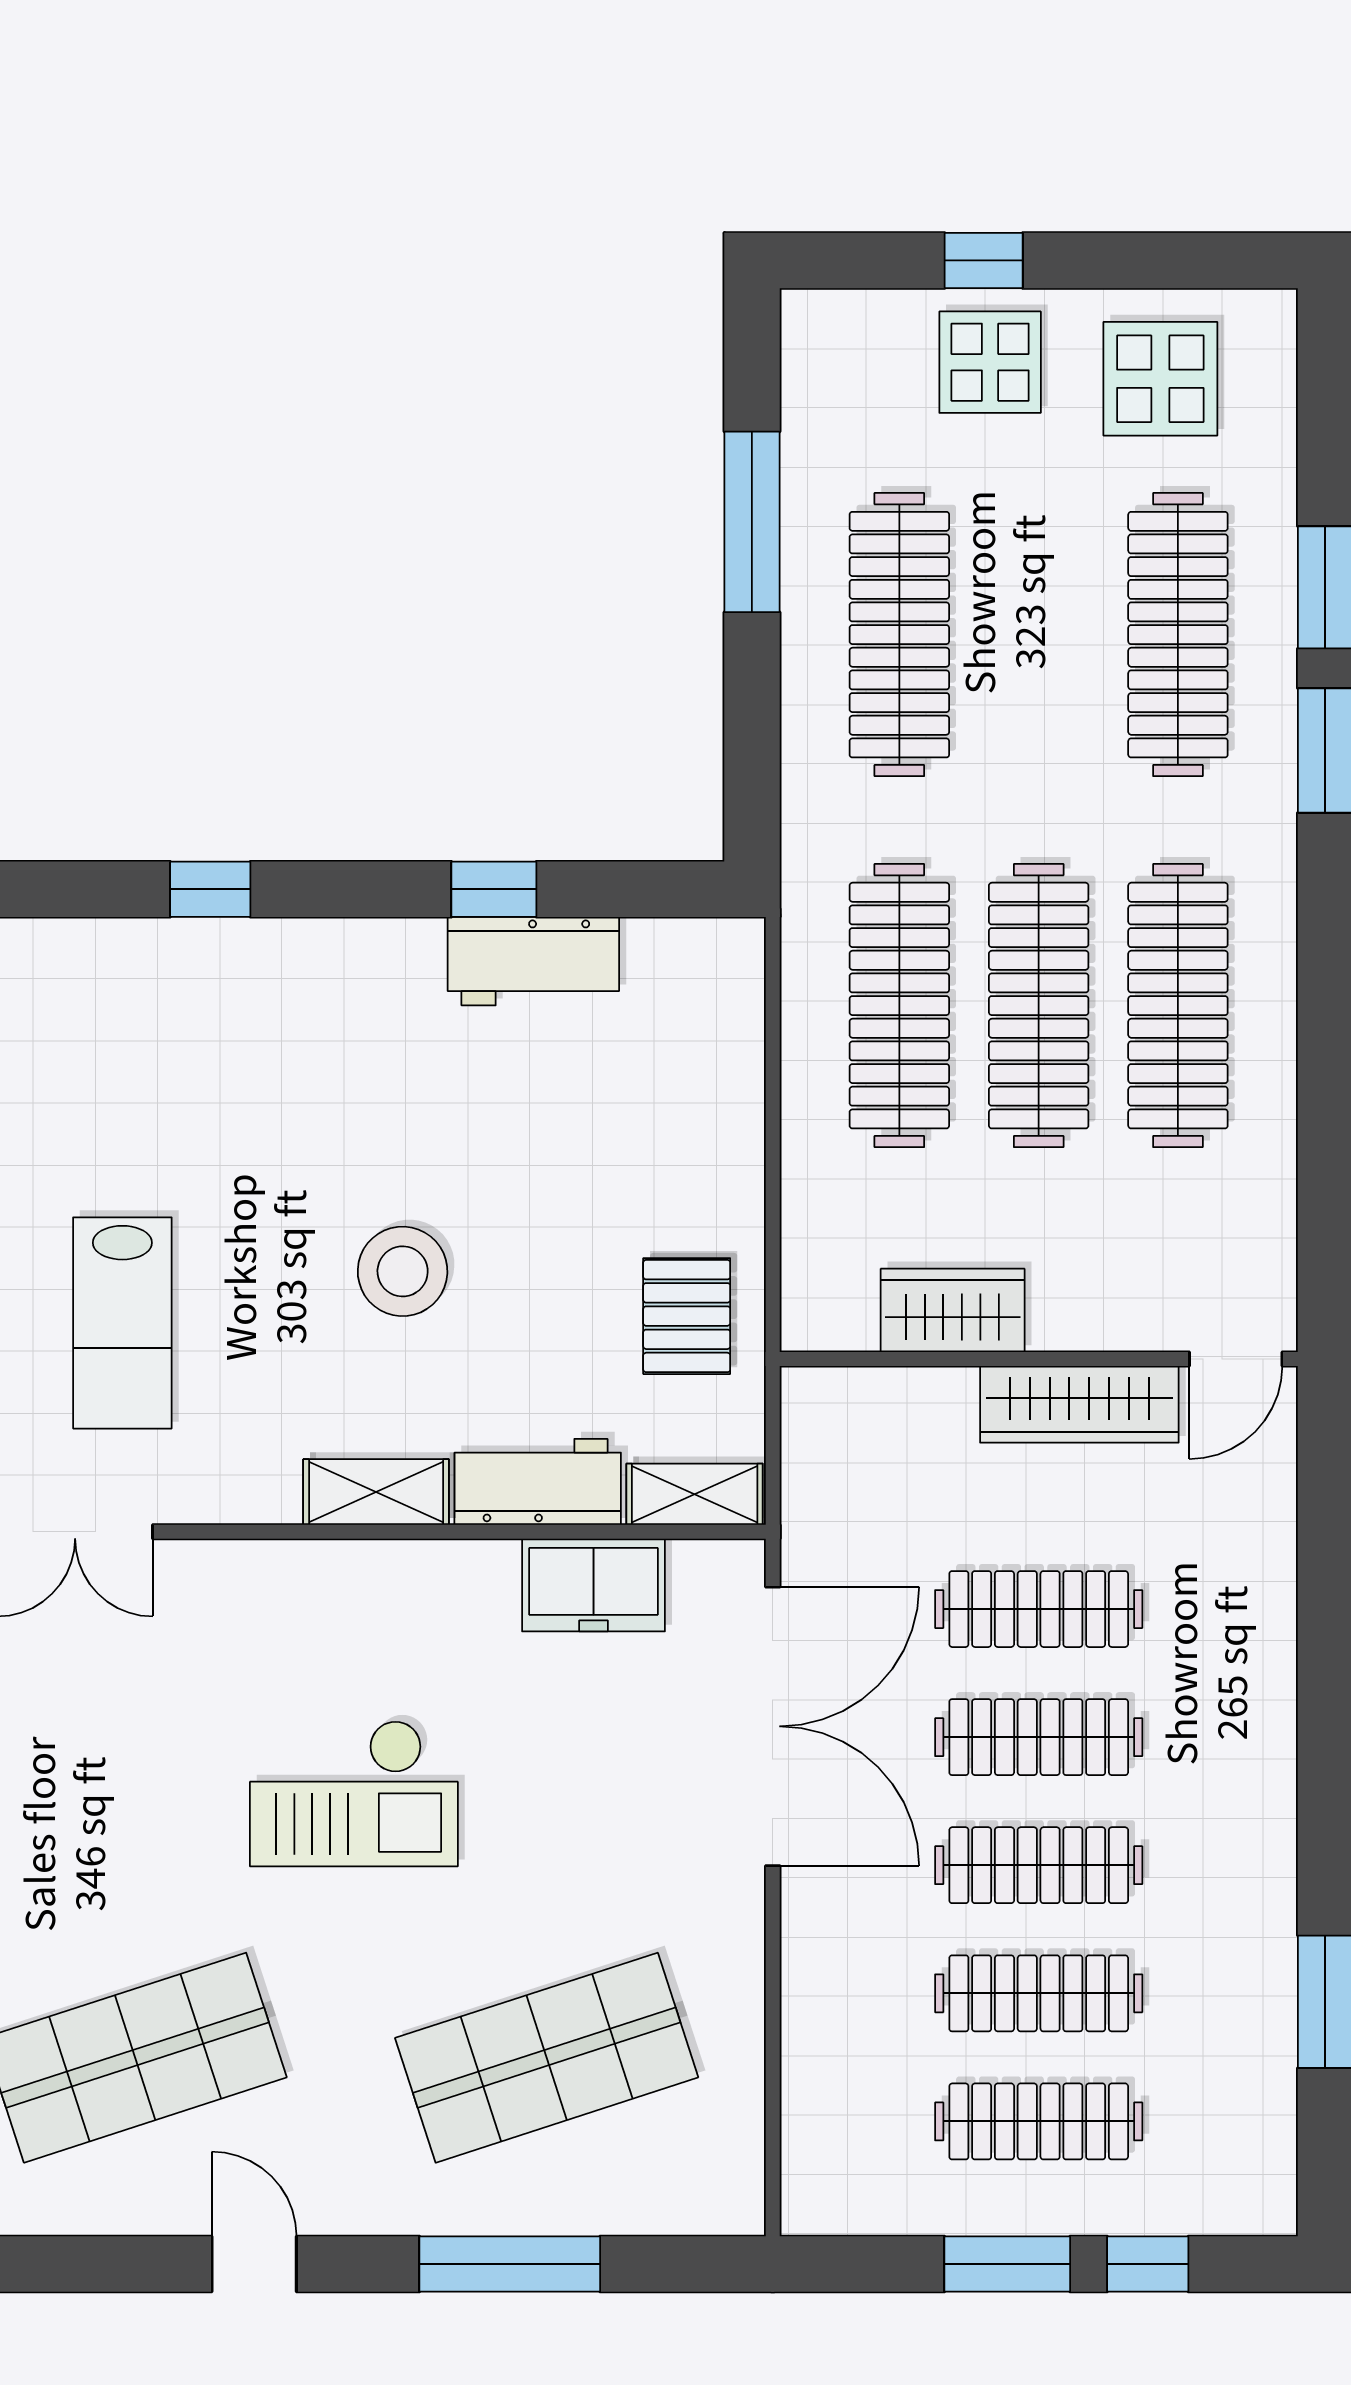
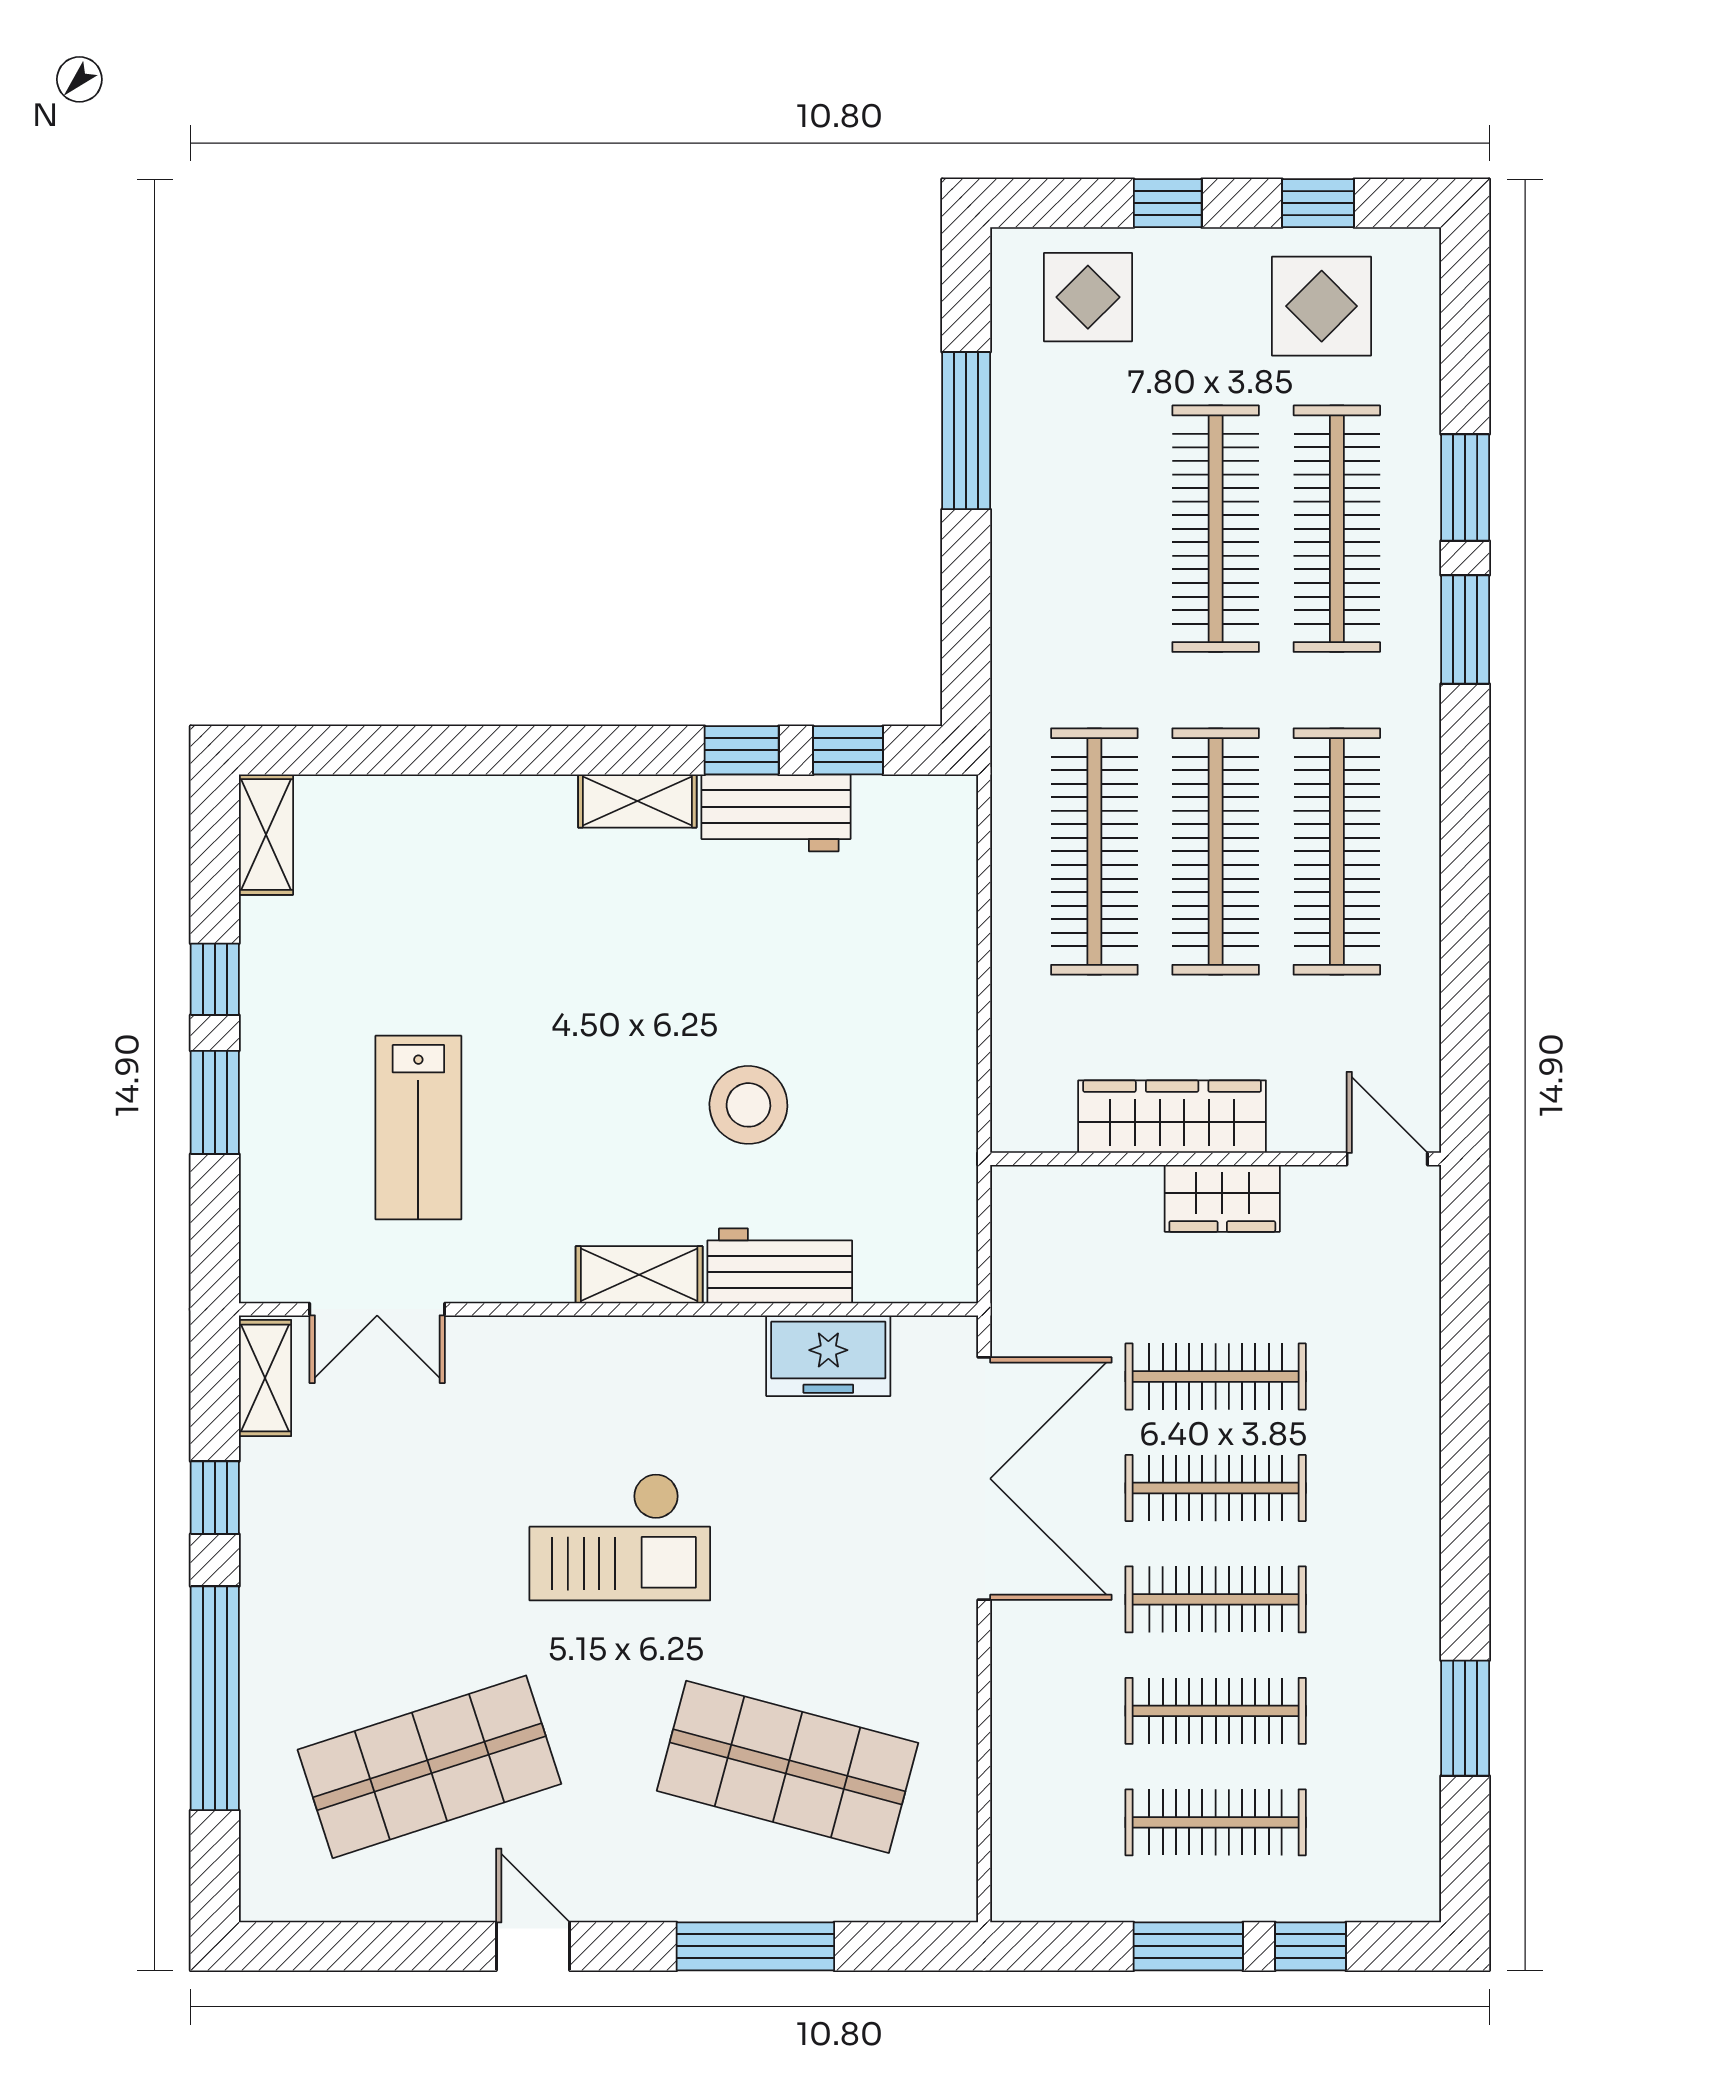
window: (1156, 260) -> (1318, 203), added
display table: (990, 362) -> (1088, 297), moved
clothes rail: (899, 635) -> (1216, 529), moved
window: (210, 889) -> (848, 750), moved
stool: (403, 1271) -> (748, 1105), moved
wardrobe: (953, 1310) -> (1172, 1117), width x1.50
pallet: (687, 1316) -> (909, 1122), removed
door: (1236, 1359) -> (1387, 1159), swing flipped
wardrobe: (1079, 1404) -> (1222, 1198), width x0.67
shelving: (695, 1494) -> (637, 801), moved
shop shelf: (547, 2058) -> (788, 1767), turned 33

